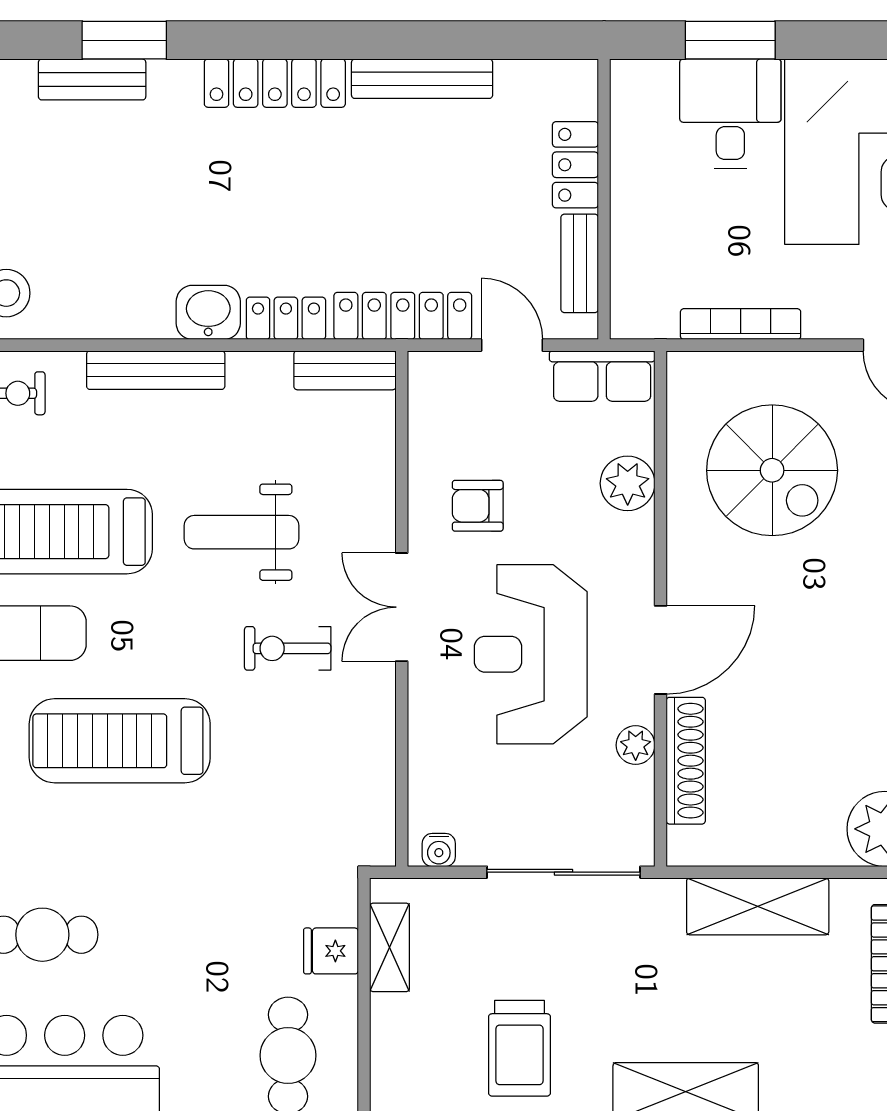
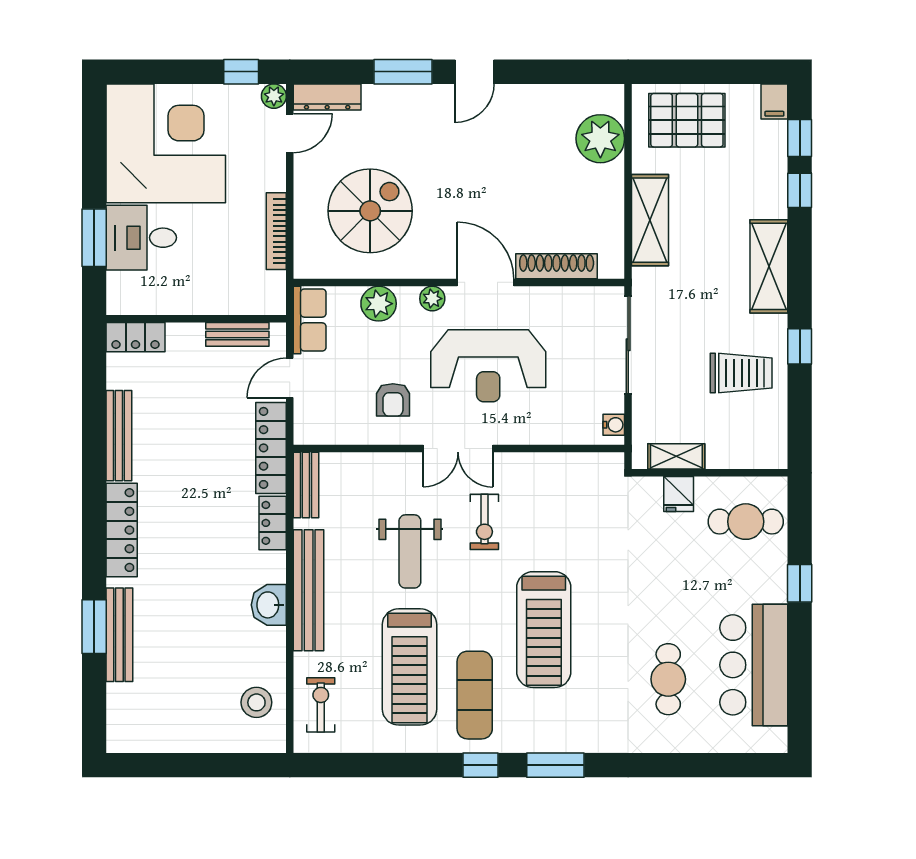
bench: (92, 79) -> (119, 635), width x1.36
locker: (575, 165) -> (135, 337), moved
washbasin: (208, 312) -> (269, 605), moved
bench: (156, 370) -> (309, 590), width x1.37, depth x1.21
plant: (636, 745) -> (432, 299), moved

